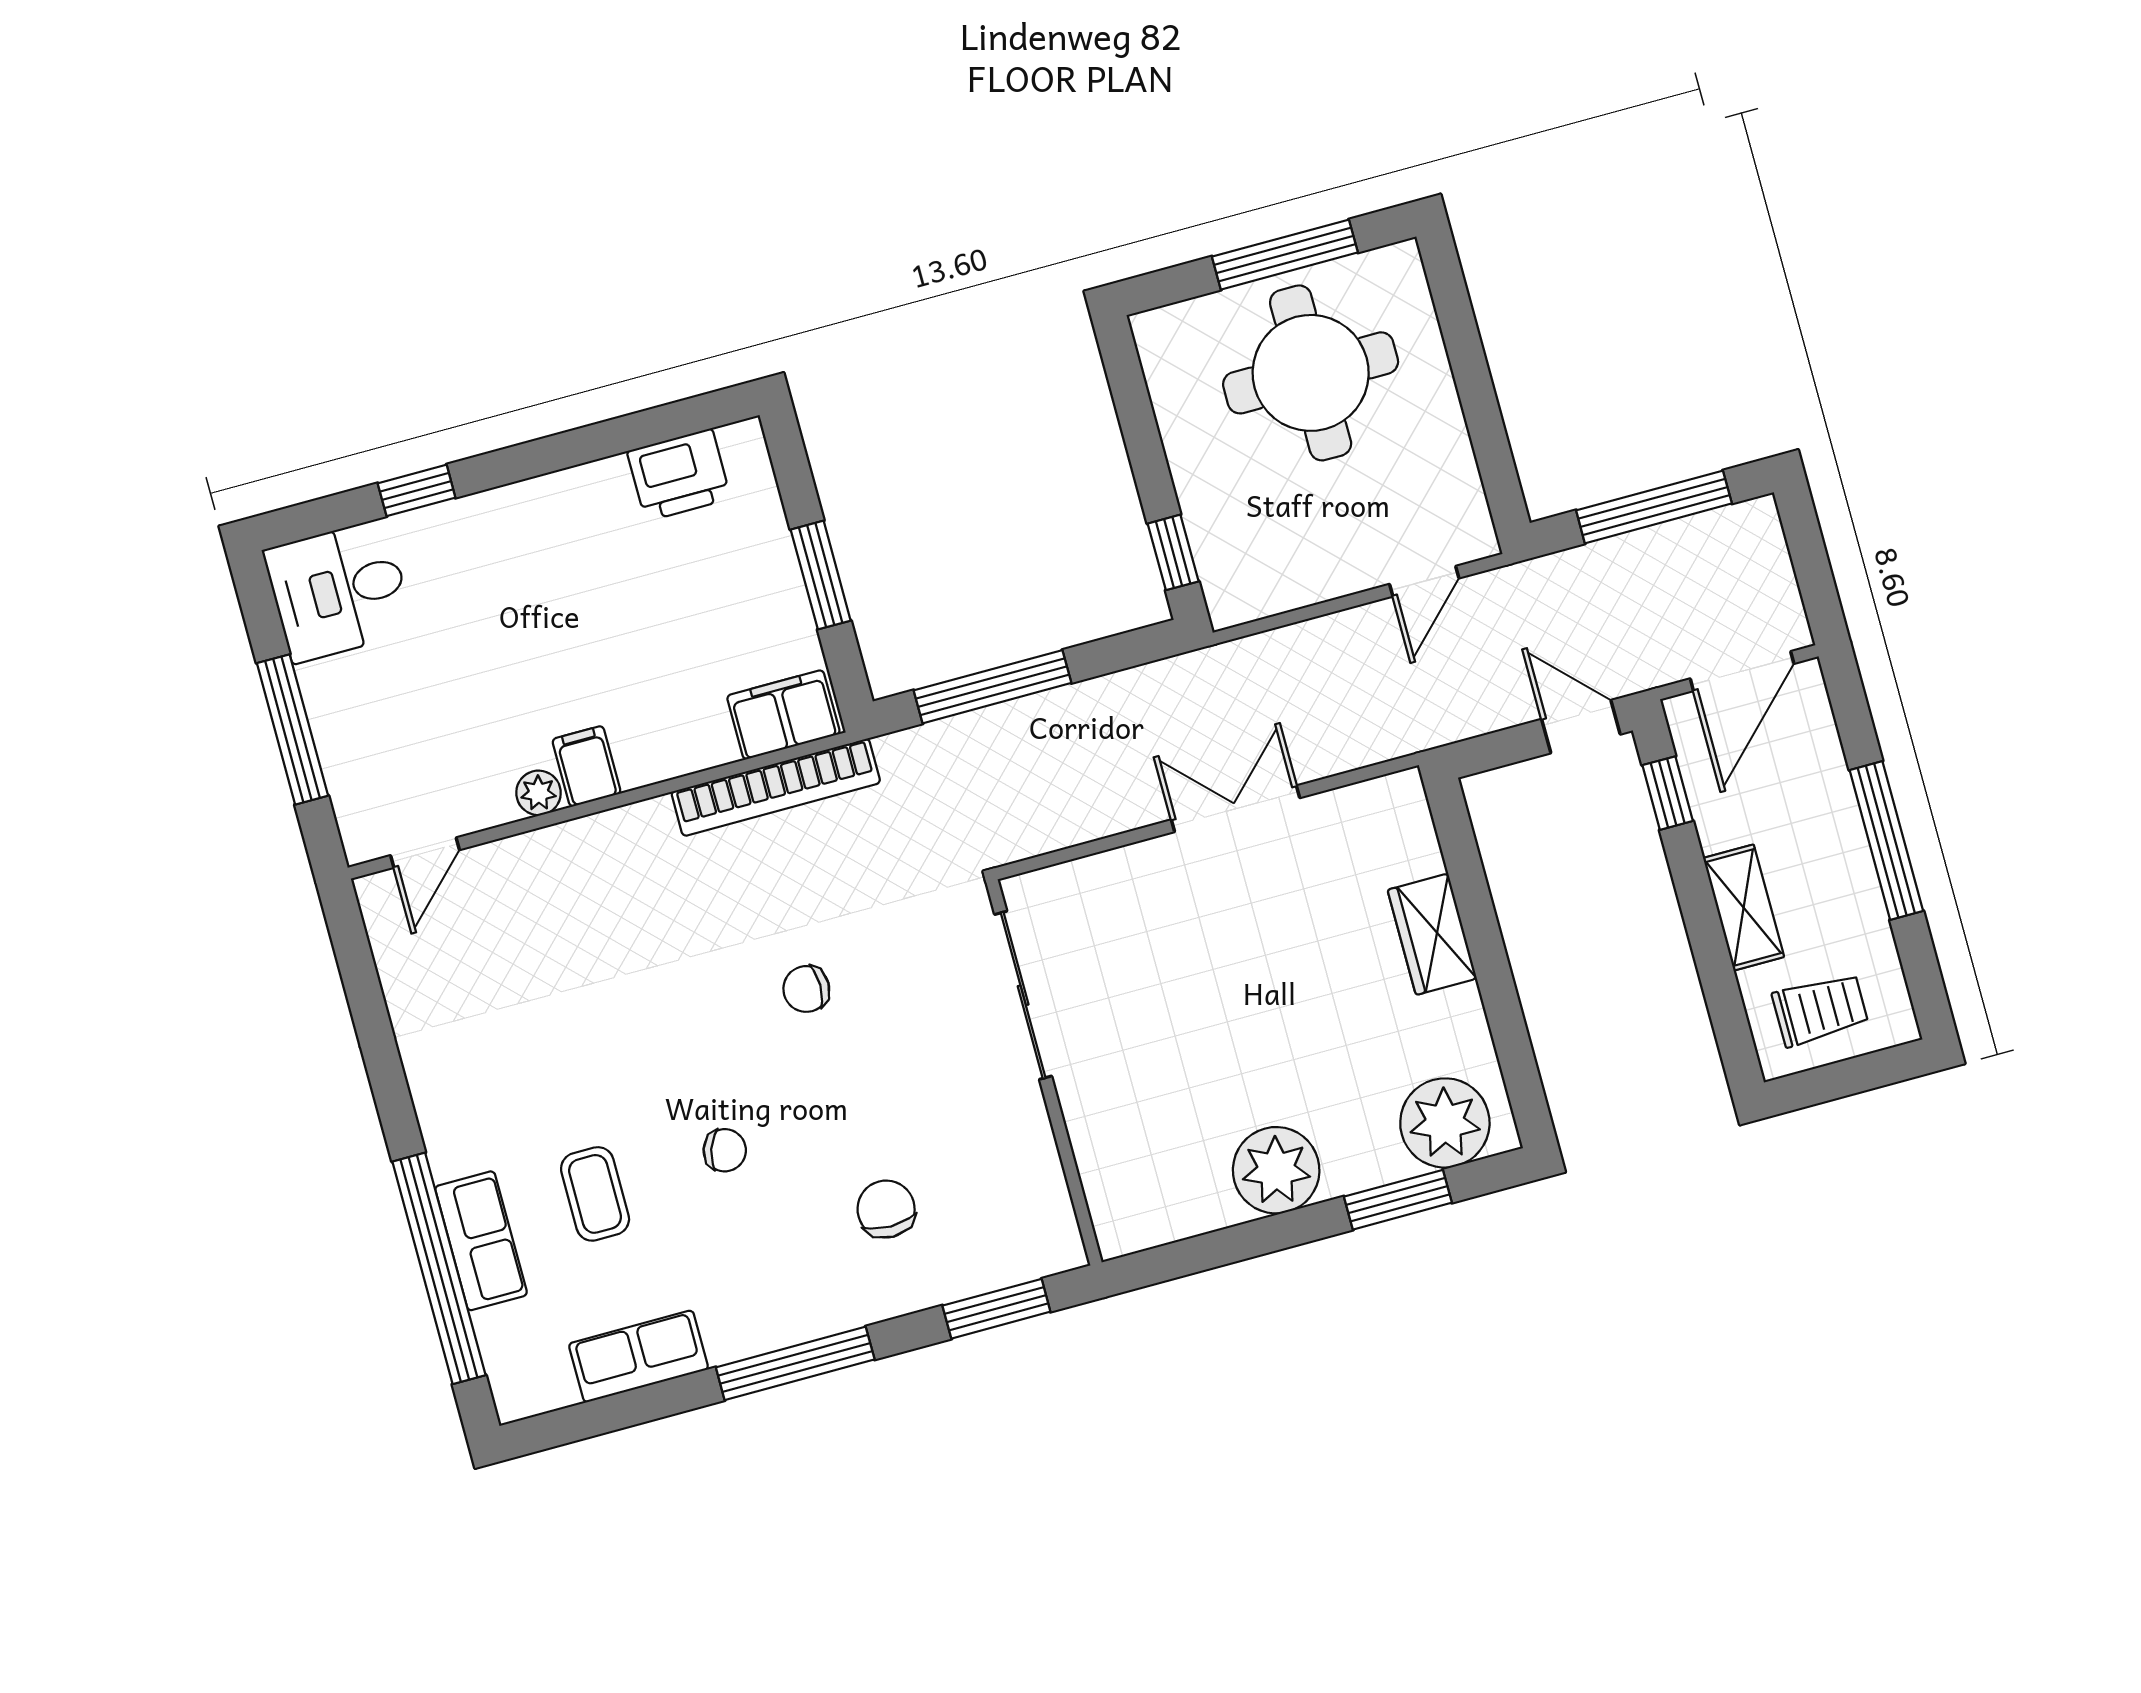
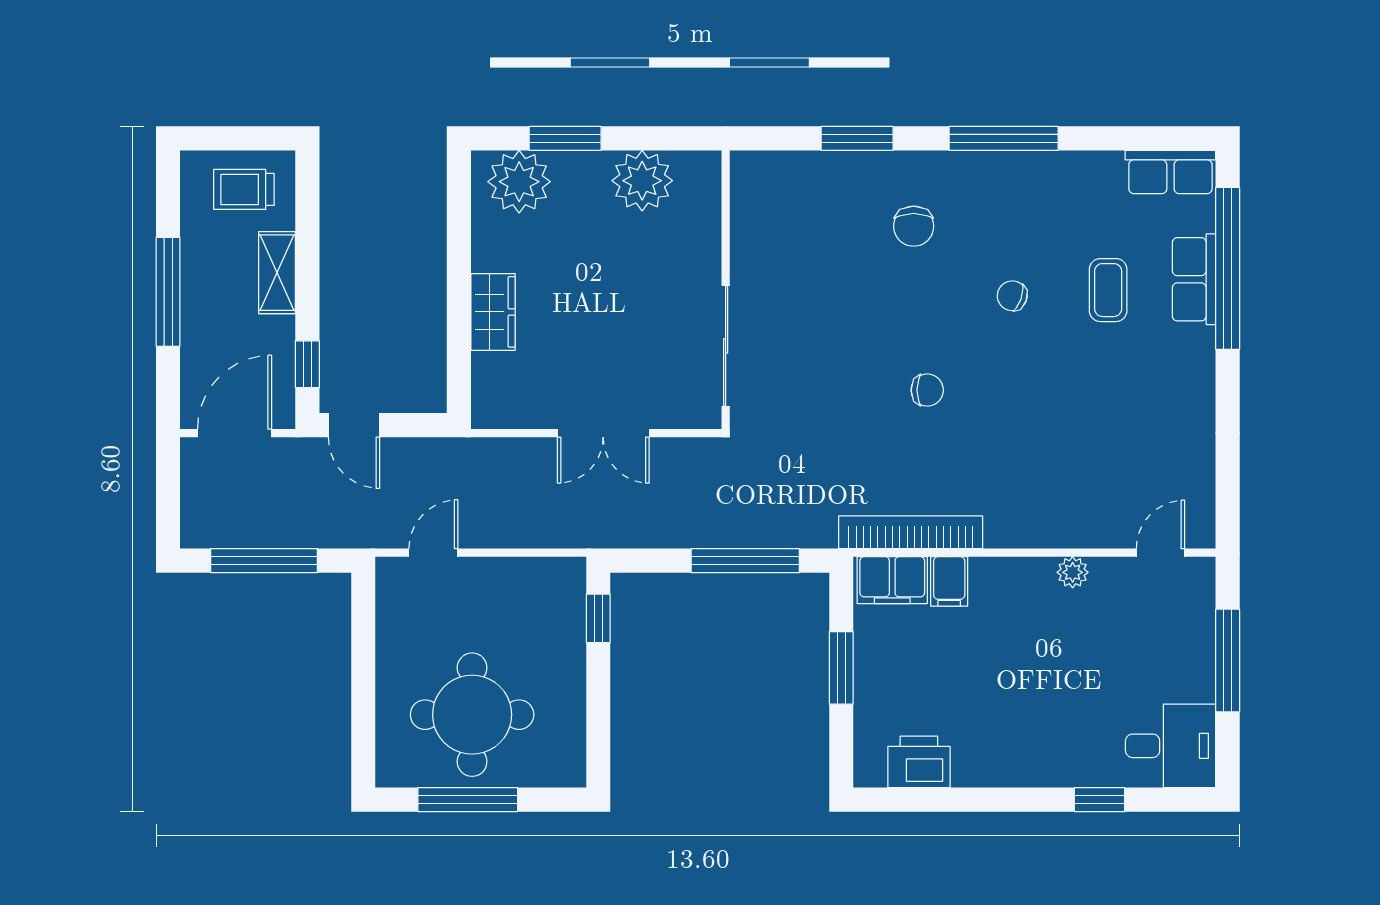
filing cabinet: (586, 766) -> (949, 581), moved
sliding door: (1023, 995) -> (726, 346), moved
wall: (1044, 1072) -> (726, 290), moved
row of seats: (639, 1356) -> (1170, 172), moved

